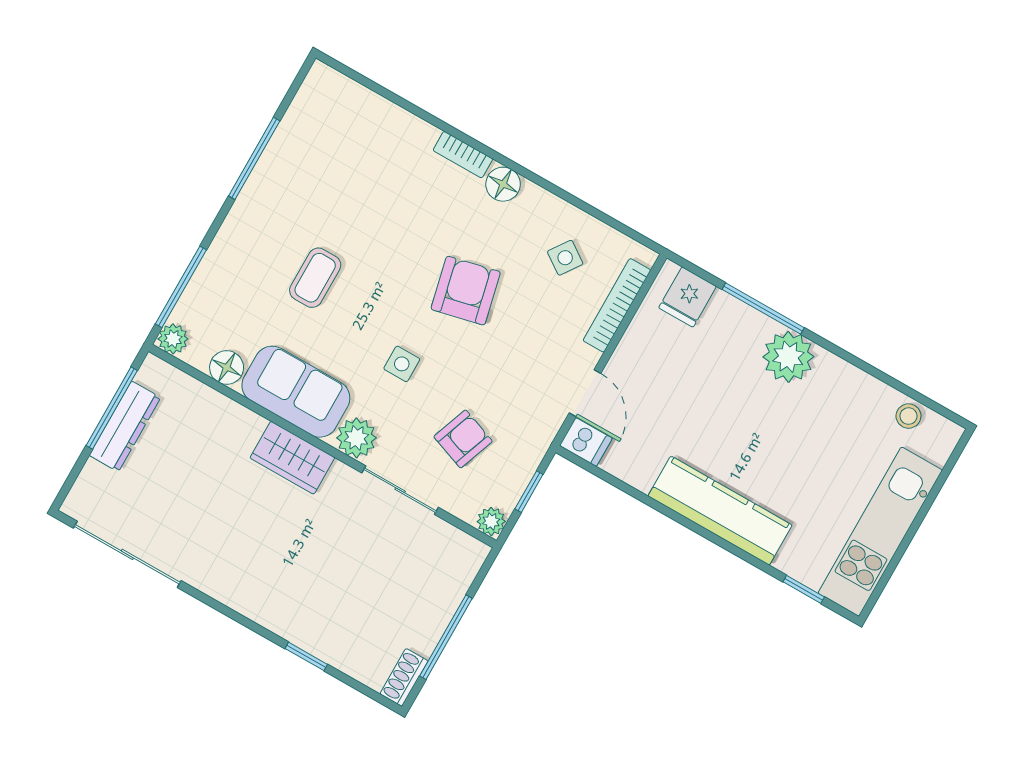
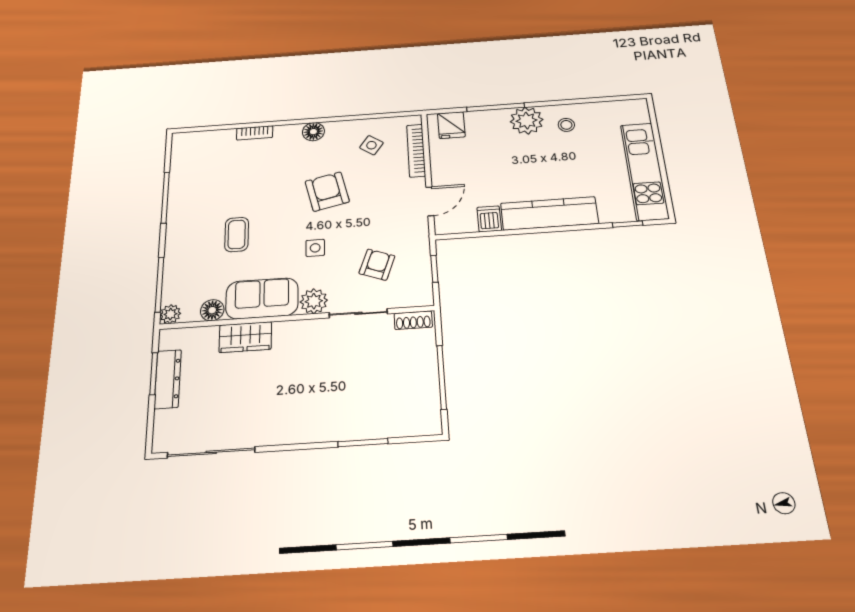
bookcase: (463, 155) -> (255, 133), moved
door: (585, 393) -> (430, 201), hinge flipped
window: (112, 408) -> (154, 374), width x0.69
stool: (908, 416) -> (566, 125), moved
dishwasher: (586, 442) -> (489, 219), moved, turned -90
wardrobe: (292, 458) -> (245, 337), moved
plant: (491, 521) -> (424, 297), removed
window: (306, 656) -> (363, 443), width x1.50
shoe rack: (404, 677) -> (413, 320), moved, turned -90

